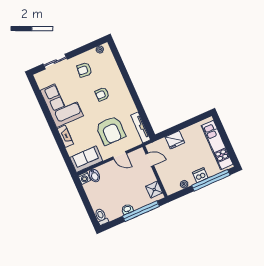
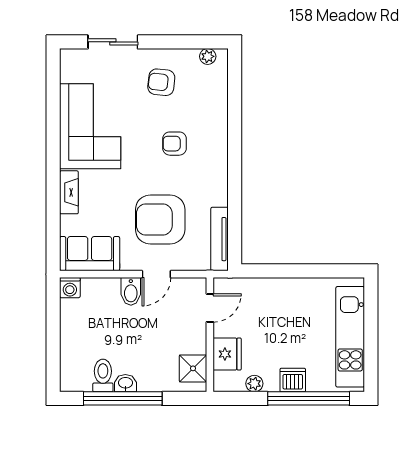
armchair: (111, 130) -> (160, 219), turned 90
fridge: (175, 140) -> (227, 354), moved, turned -90
door: (120, 155) -> (156, 274), hinge flipped
door: (150, 160) -> (210, 308), hinge flipped
bidet: (94, 175) -> (131, 291), moved
window: (141, 211) -> (123, 398), moved
toilet: (101, 217) -> (103, 376), moved

